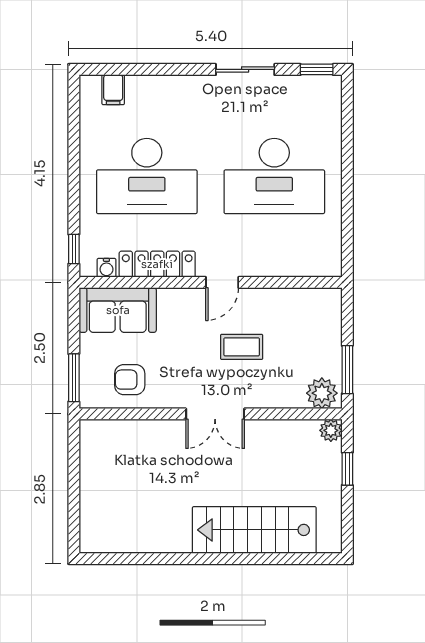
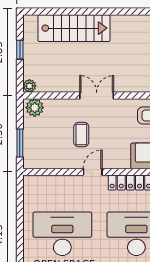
coffee table: (242, 347) -> (81, 134), turned 90
window: (347, 370) -> (20, 143), moved
window: (347, 469) -> (20, 50), moved

